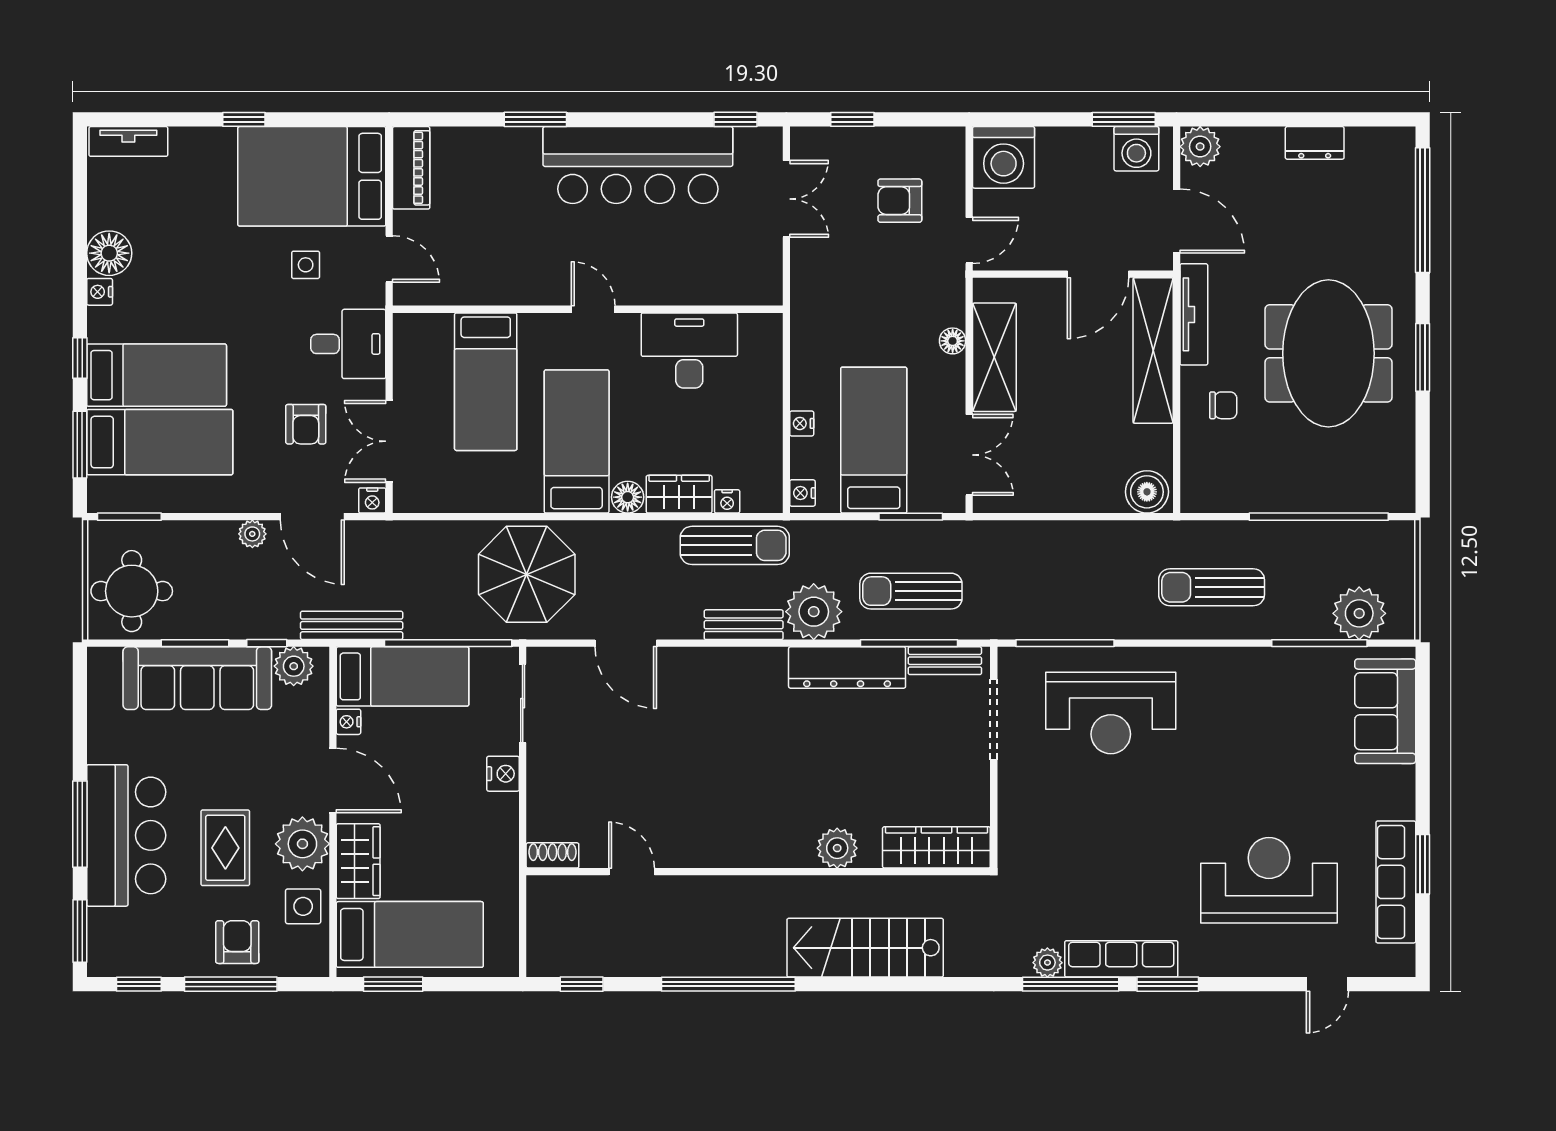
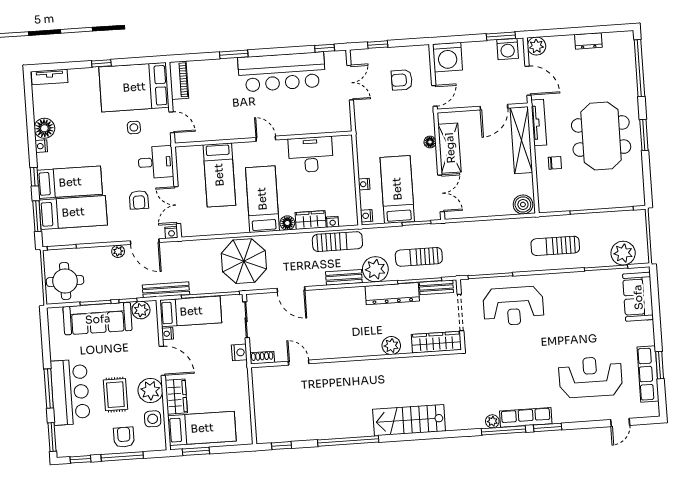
wardrobe: (936, 847) -> (436, 342), moved
plant: (837, 848) -> (391, 346), moved
shoe rack: (552, 855) -> (262, 358), moved
door: (632, 872) -> (299, 363), moved
wall: (758, 872) -> (356, 359), moved

